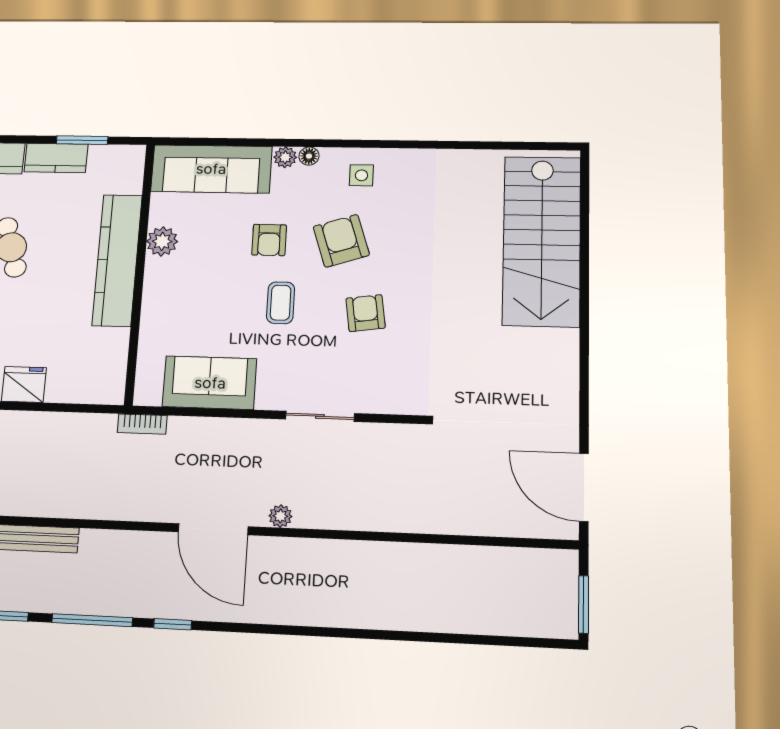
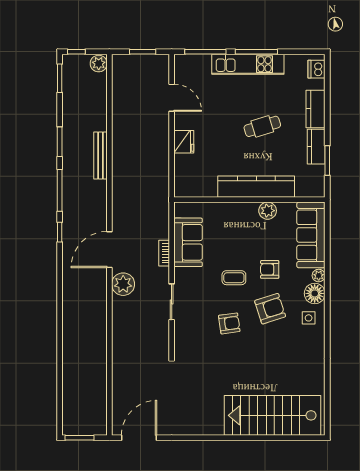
floor lamp: (309, 156) -> (315, 293), width x1.89, depth x1.89
bookcase: (142, 424) -> (164, 253), moved
plant: (280, 516) -> (123, 284), width x1.87, depth x1.87

